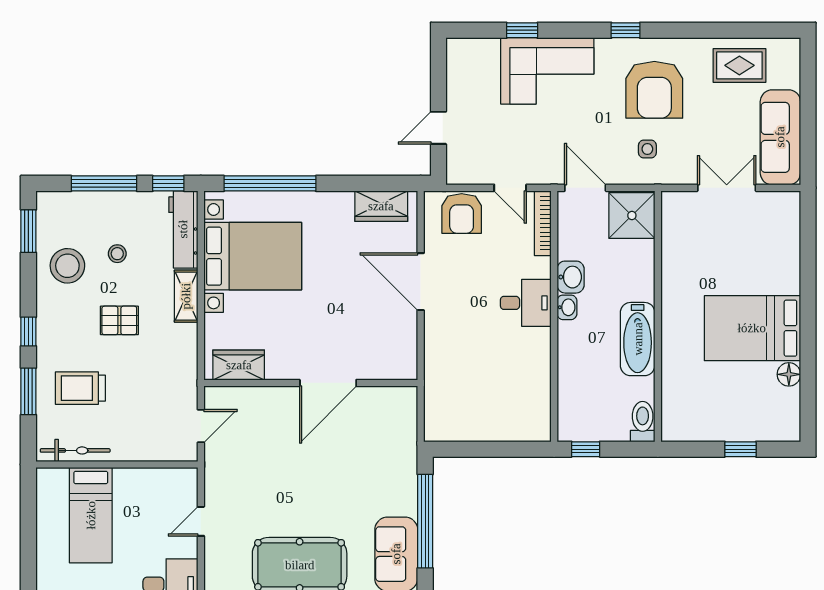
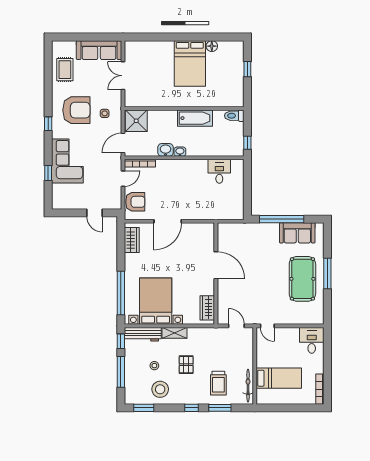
desk: (526, 303) -> (219, 171), moved
door: (201, 521) -> (267, 326), moved

